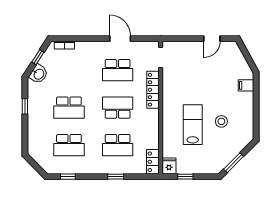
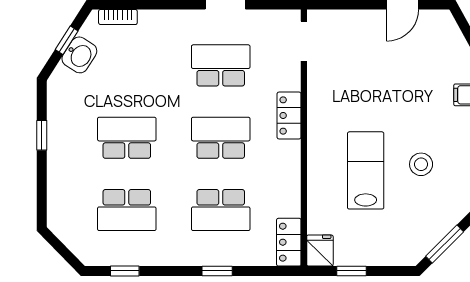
school desk: (118, 70) -> (221, 65), turned 180
washbasin: (39, 74) -> (79, 55), moved
locker: (153, 90) -> (289, 115), width x0.66
school desk: (69, 108) -> (127, 138), turned 180

